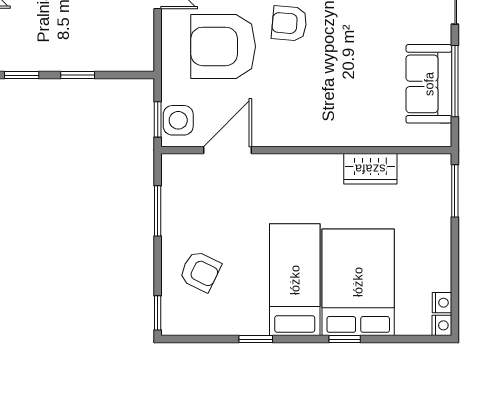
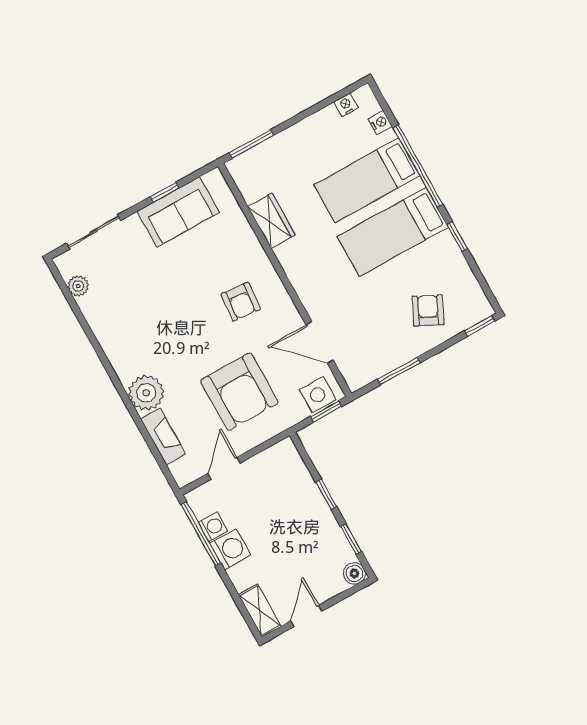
armchair: (289, 23) -> (241, 302), moved
window: (455, 81) -> (165, 192), width x0.46
bed: (358, 282) -> (367, 180), width x0.67
nightstand: (442, 325) -> (380, 122), moved, turned 90
window: (345, 339) -> (418, 166), width x3.17

